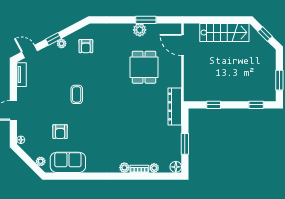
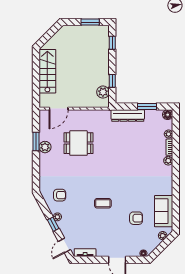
window: (265, 34) -> (49, 35), removed
plant: (201, 95) -> (103, 92), added
dresser: (175, 107) -> (128, 116), moved

